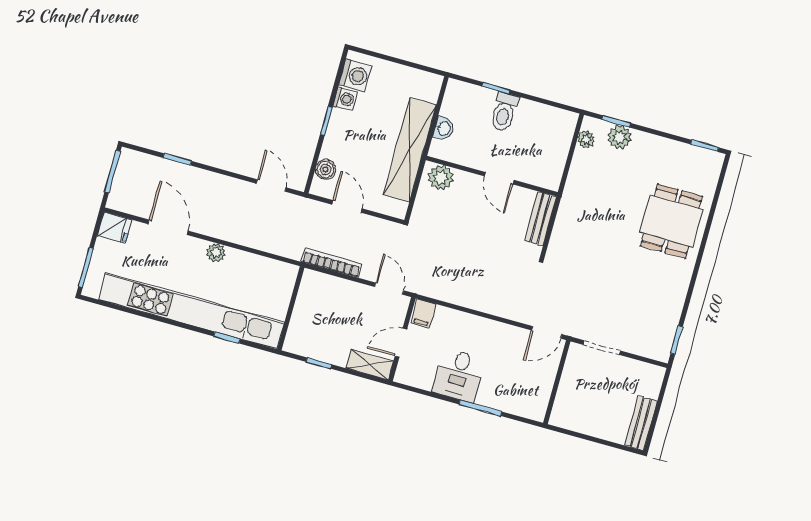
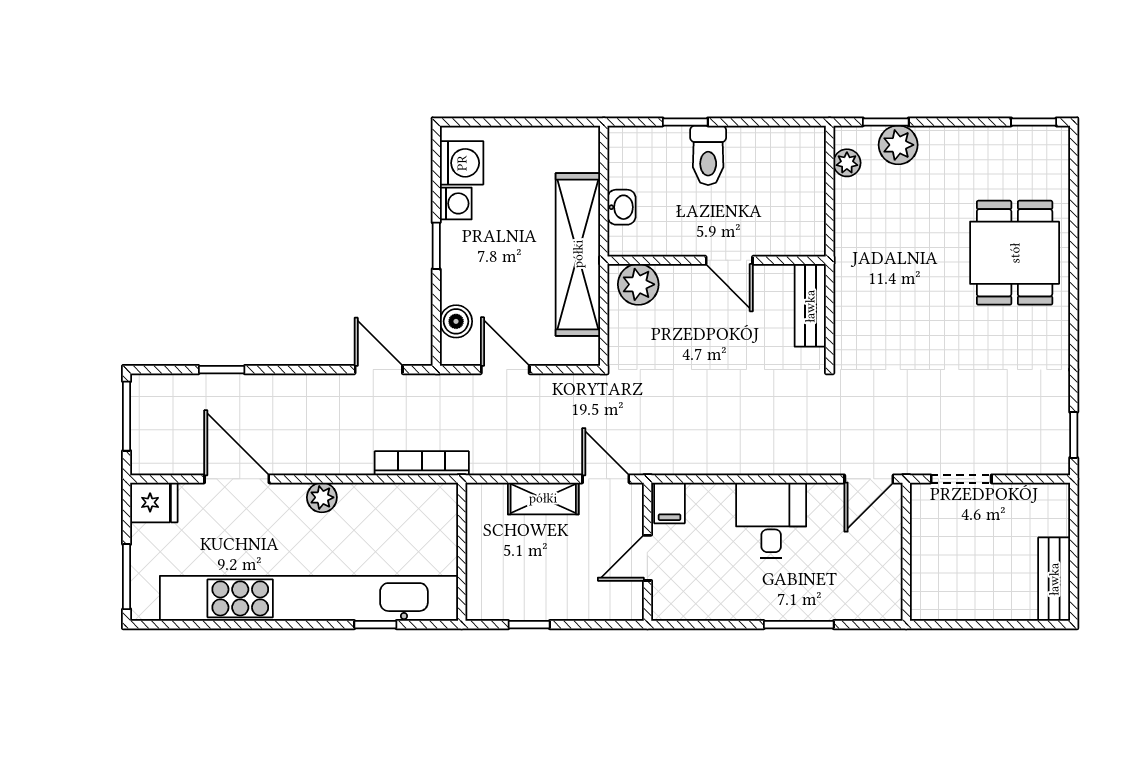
bookcase: (332, 263) -> (422, 463), moved
shelving: (370, 365) -> (543, 498), moved
desk: (459, 375) -> (771, 520), moved, turned 180

